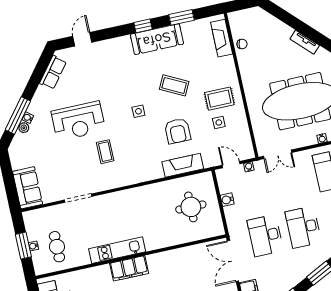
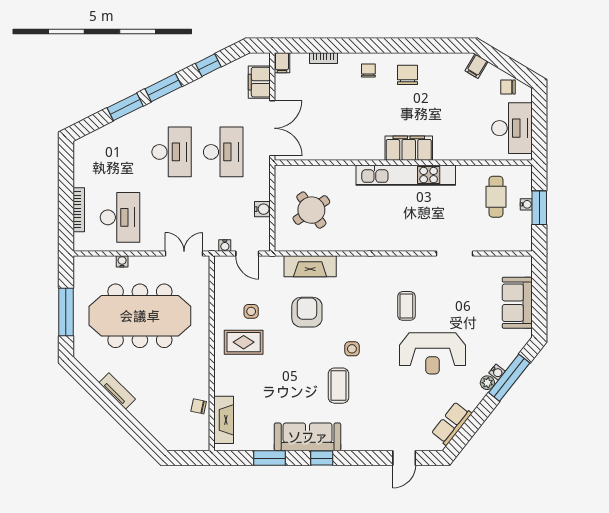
coffee table: (174, 85) -> (339, 386), moved, turned 63
reception desk: (78, 121) -> (432, 353), turned 180
plant: (24, 128) -> (487, 383), moved
sofa: (28, 188) -> (517, 303), moved
round table: (191, 207) -> (311, 210), turned -35
kitchen unit: (117, 250) -> (406, 175), width x1.36

